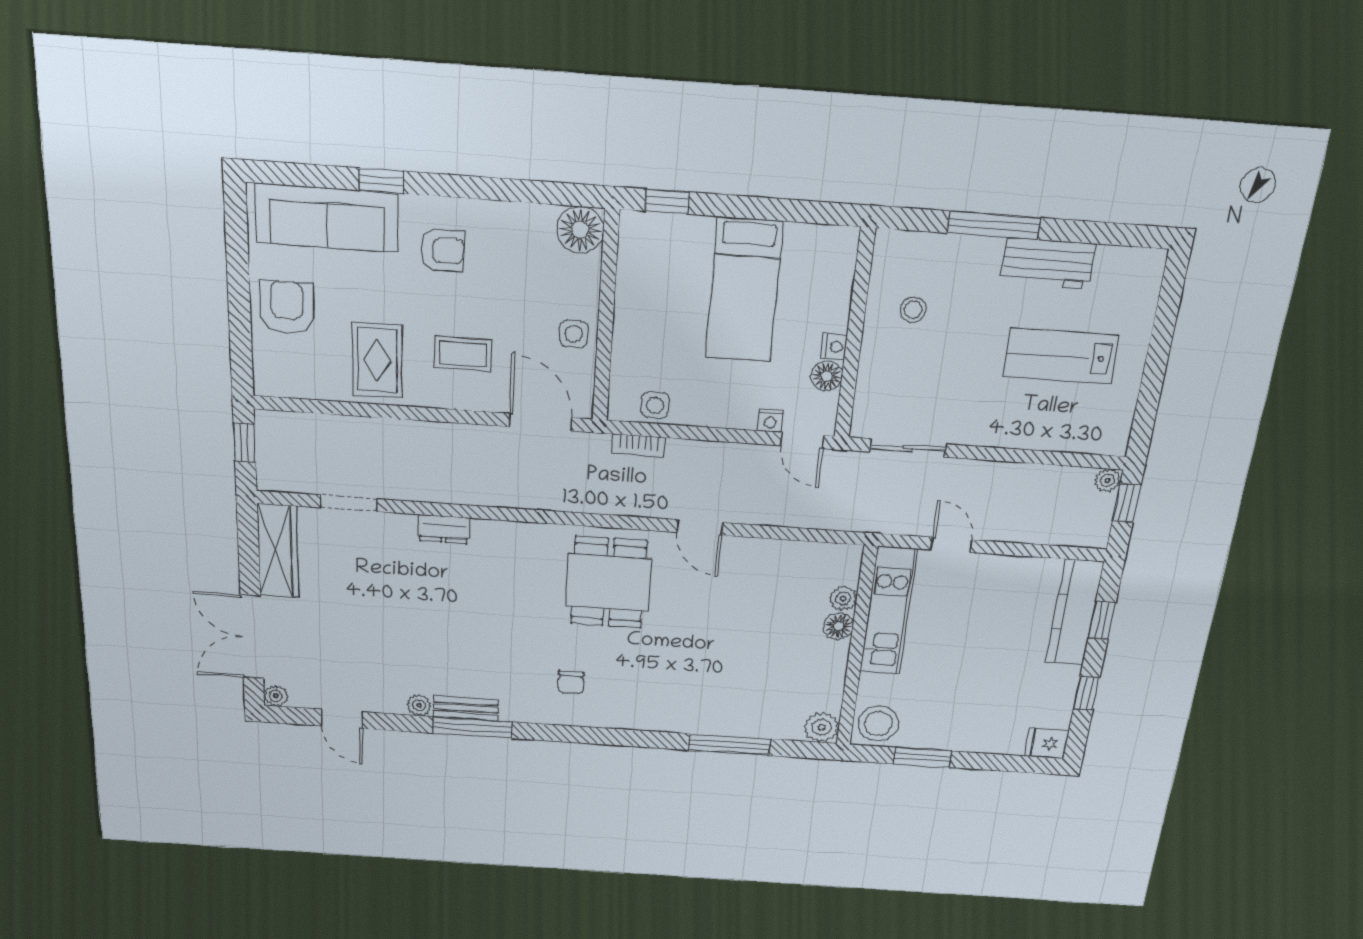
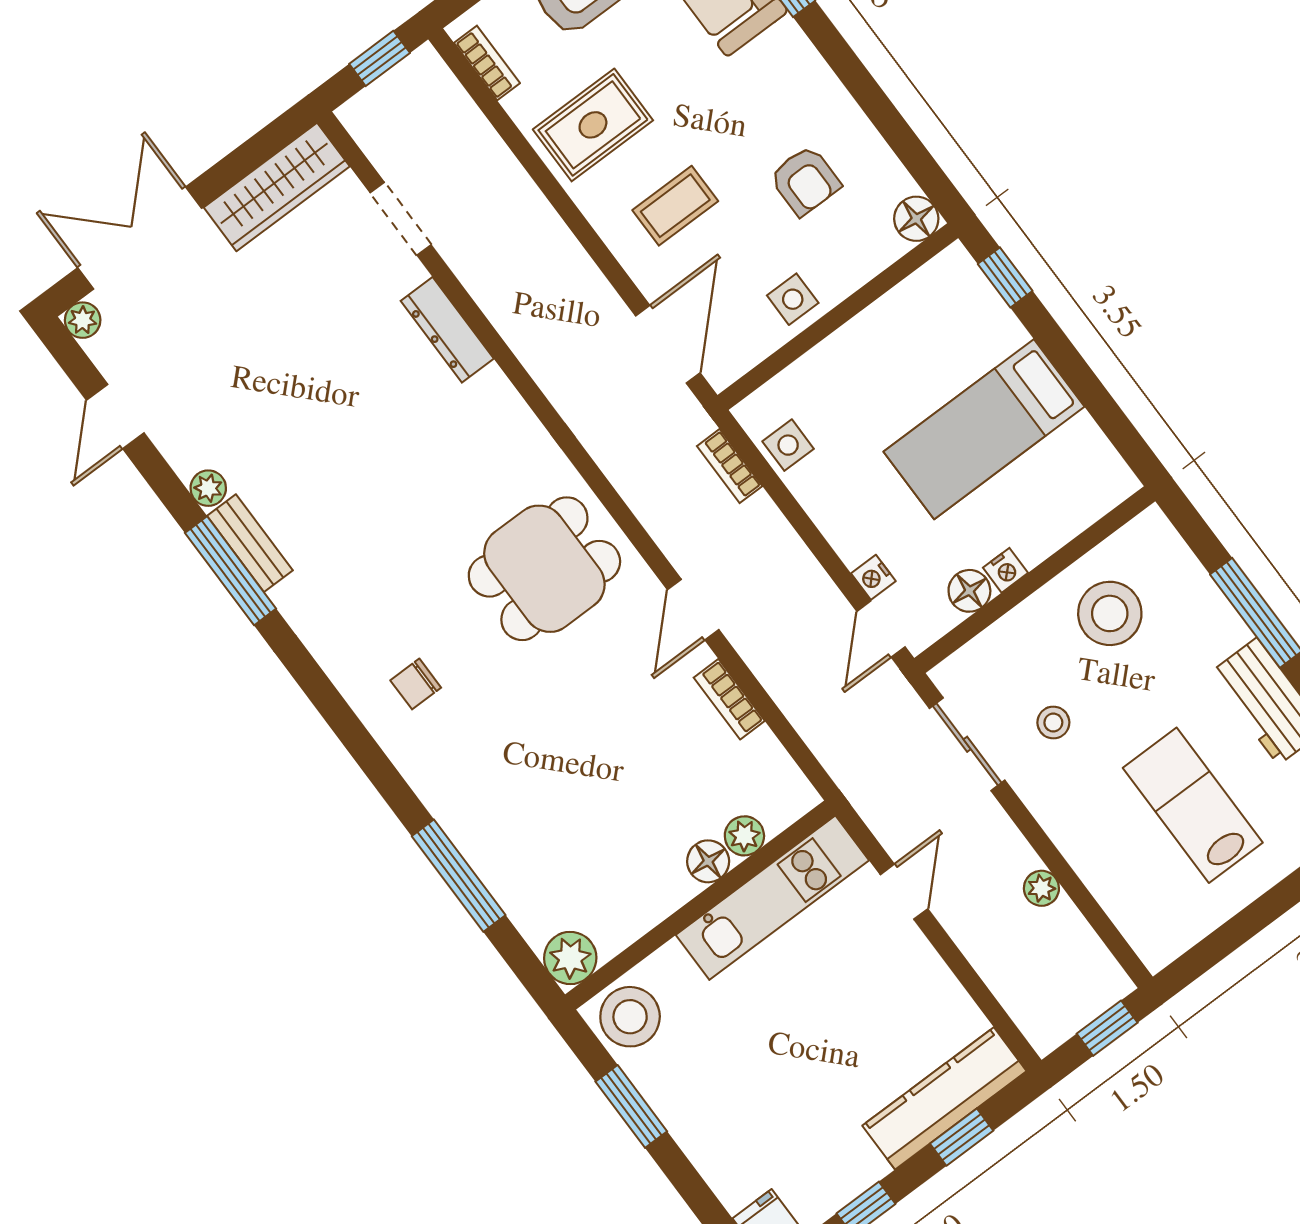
floor lamp: (580, 230) -> (916, 219), width x0.73, depth x0.73
armchair: (442, 250) -> (805, 181), moved
stool: (913, 310) -> (1110, 613), width x1.89, depth x1.89
coffee table: (463, 354) -> (675, 206), turned 90
bookcase: (293, 388) -> (487, 63), added
stool: (942, 392) -> (1053, 723), added
plant: (1107, 480) -> (1041, 888), moved
dresser: (444, 529) -> (447, 330), width x1.44
bookcase: (765, 548) -> (729, 699), added
chair: (571, 682) -> (416, 684), moved

